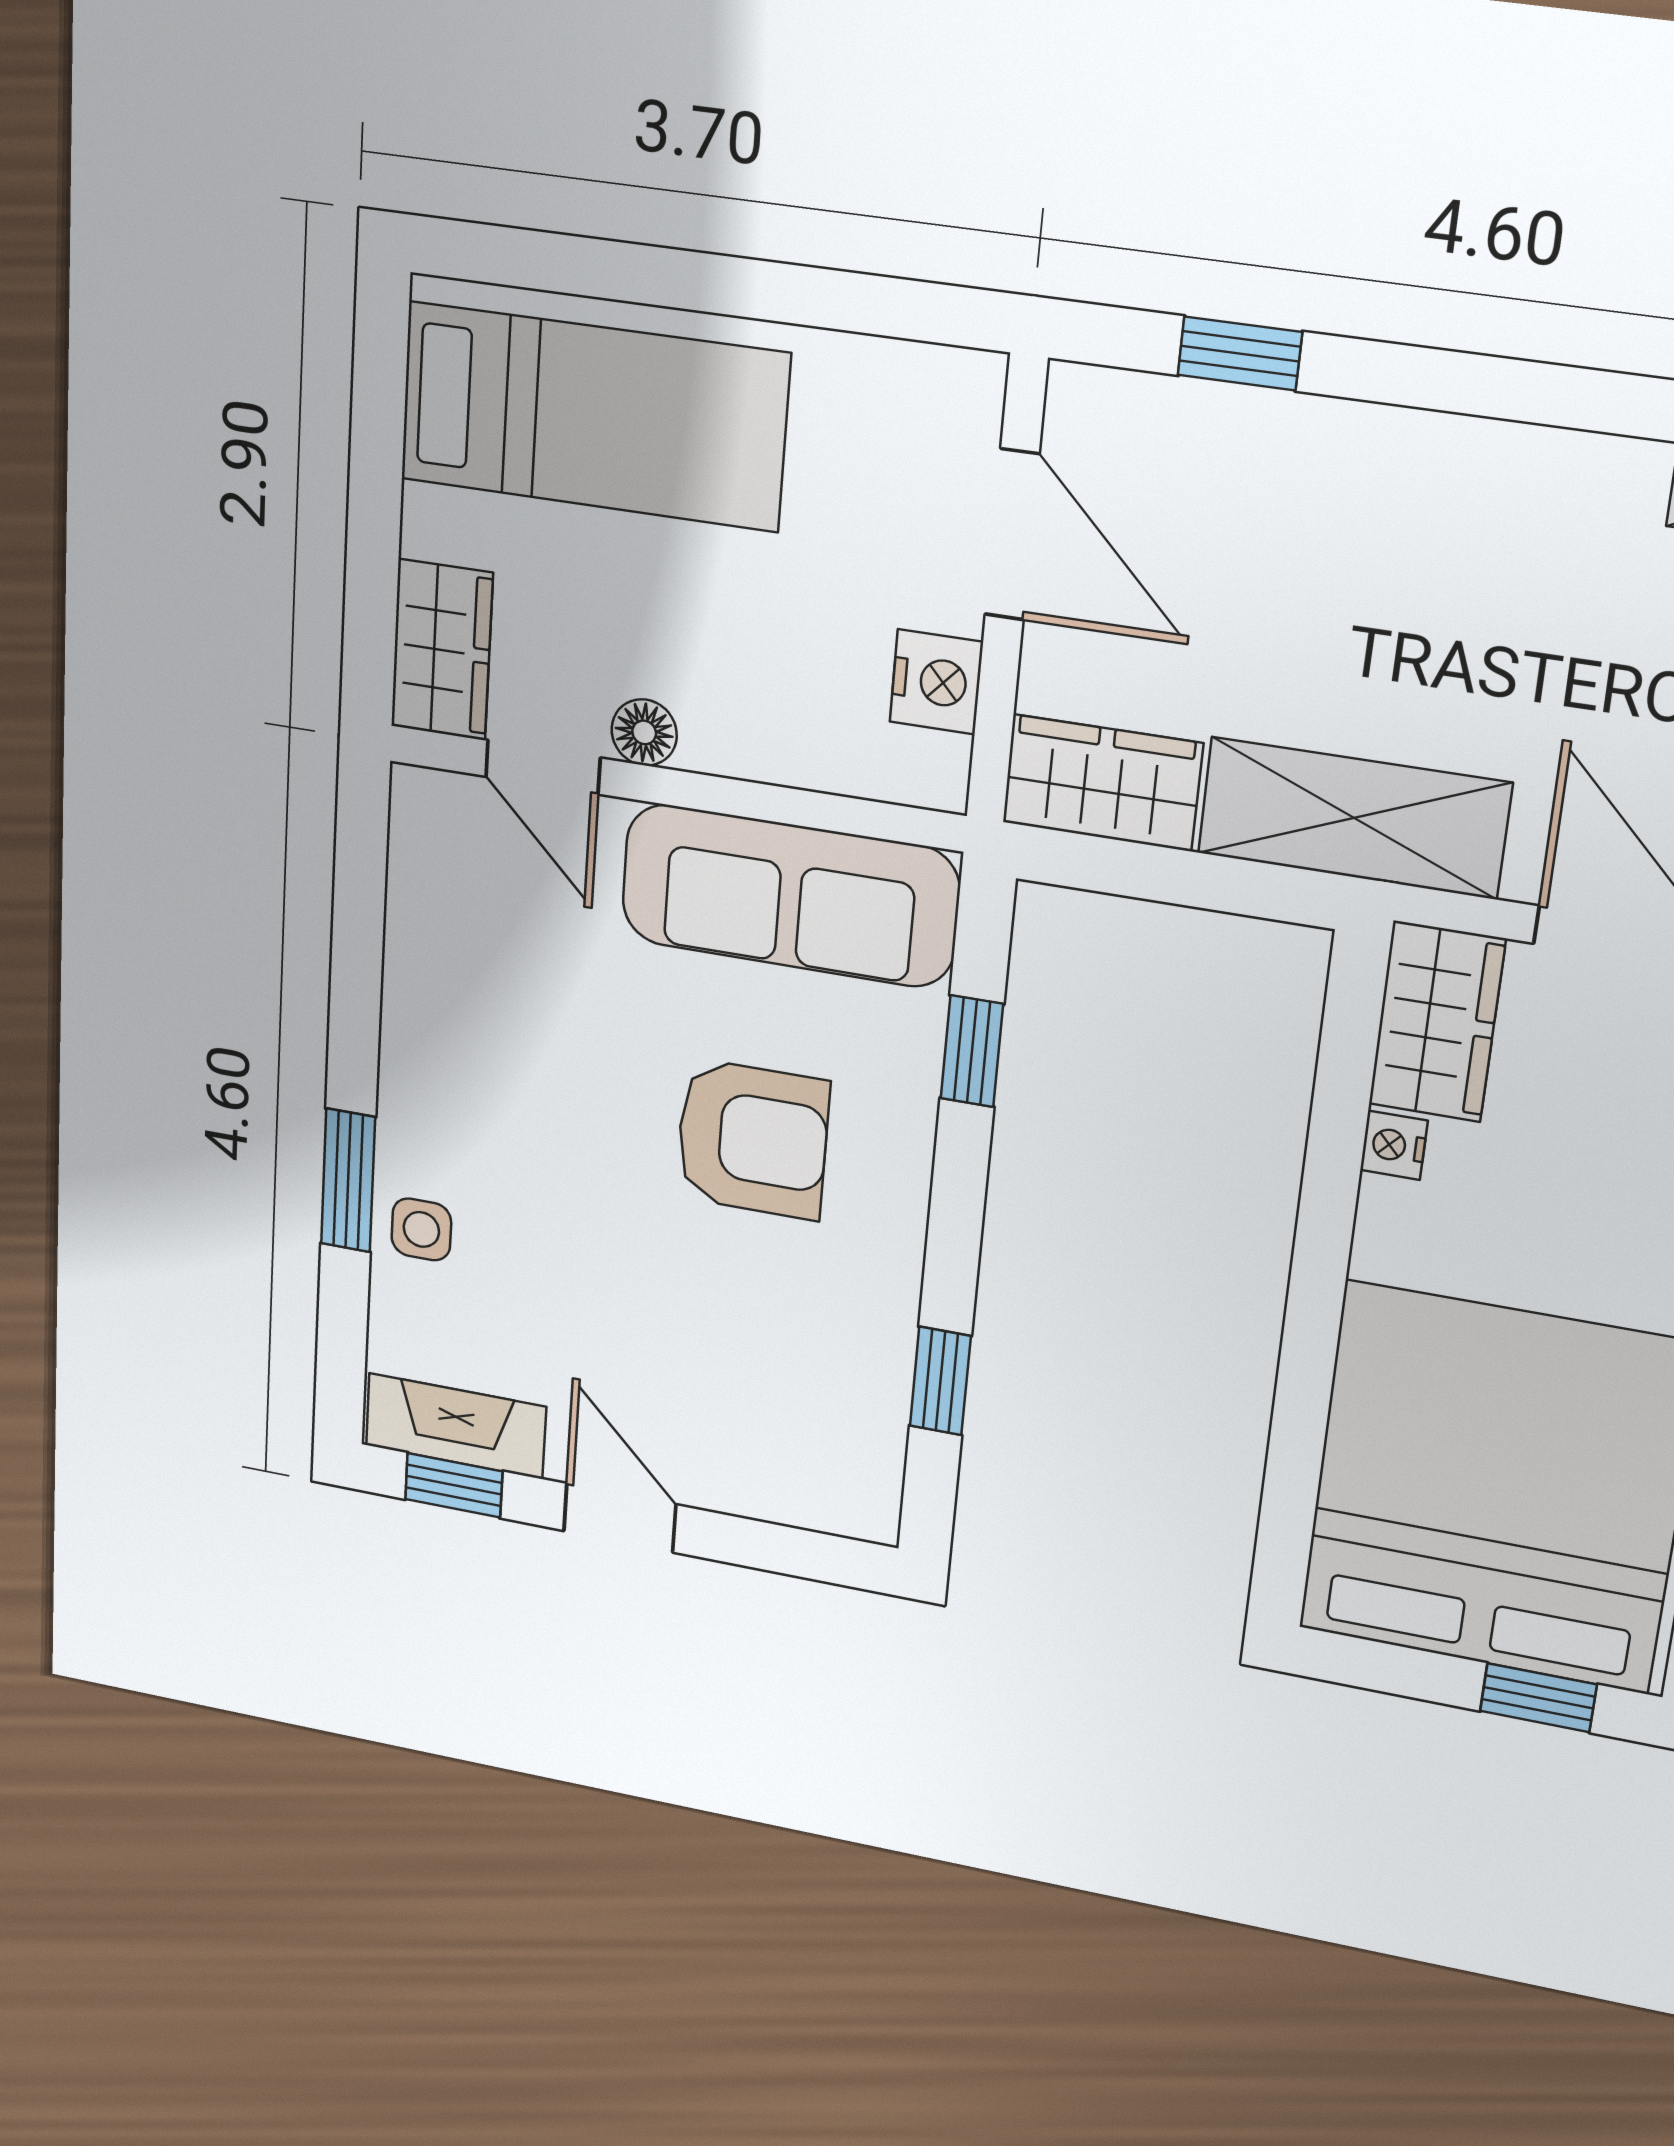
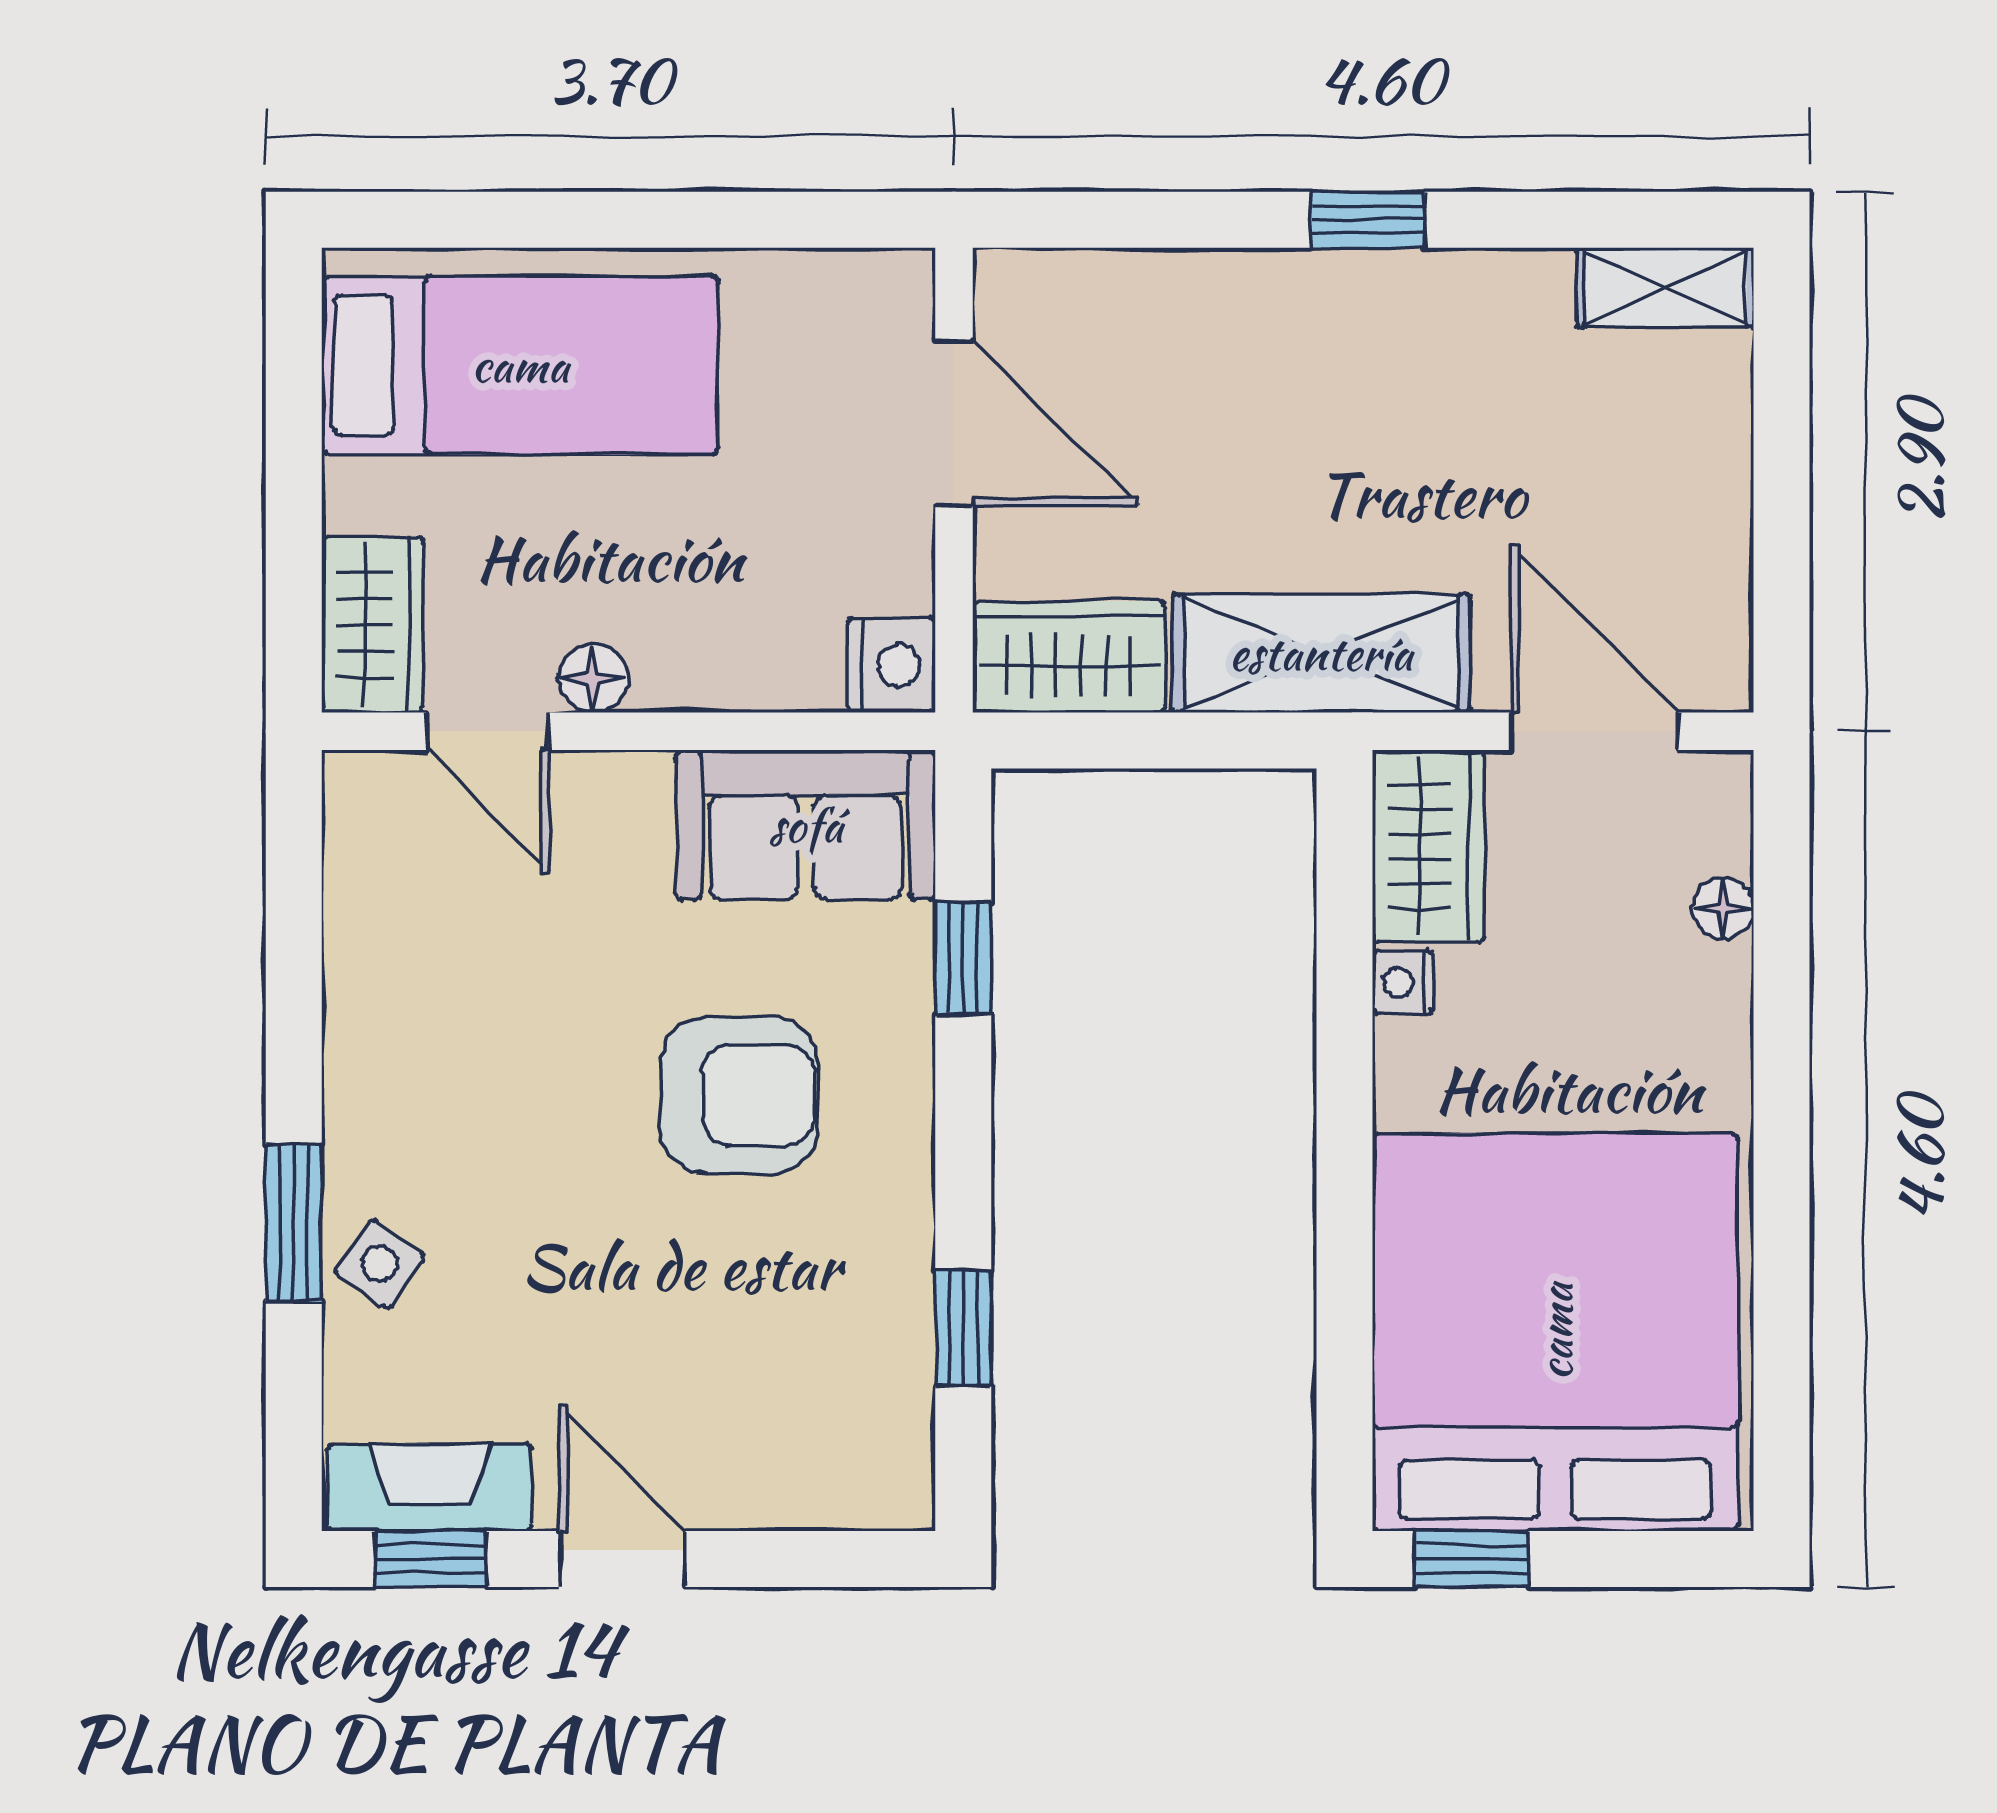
window: (1240, 353) -> (1368, 220), moved
nightstand: (936, 682) -> (892, 665), moved
sofa: (790, 896) -> (806, 825), width x0.73
side table: (421, 1229) -> (379, 1264), turned 36
window: (1538, 1698) -> (1472, 1559), moved

